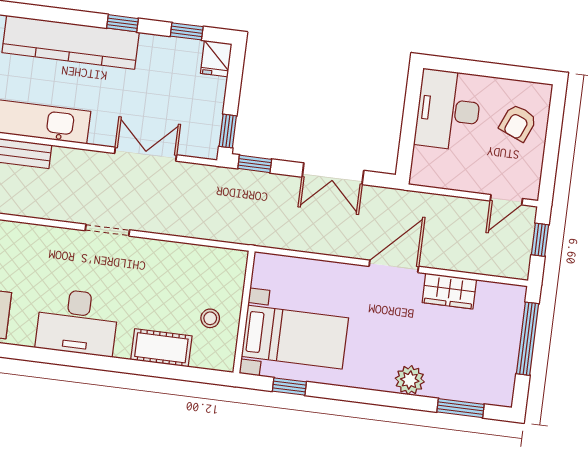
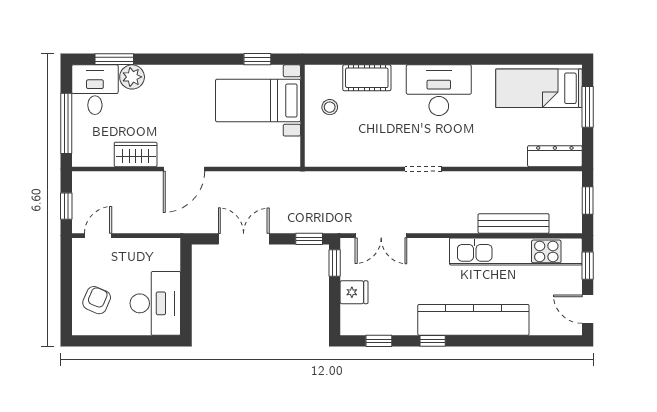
fridge: (216, 59) -> (354, 292), moved, turned 90
double door: (146, 154) -> (381, 236), moved
desk: (488, 375) -> (95, 90), added
plant: (410, 380) -> (132, 77), moved

